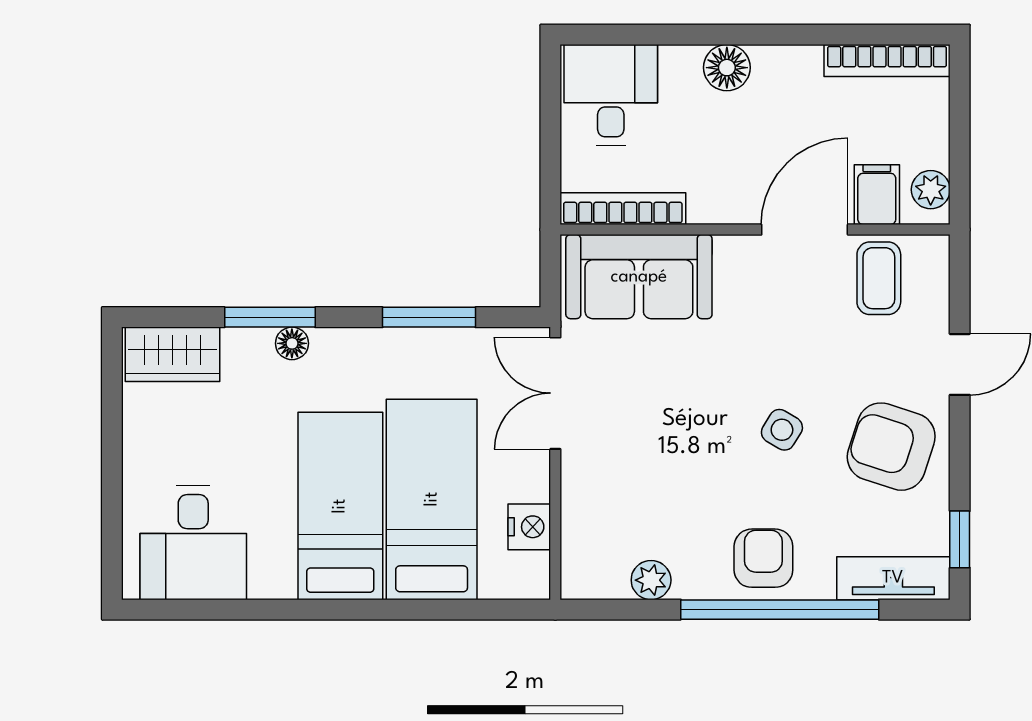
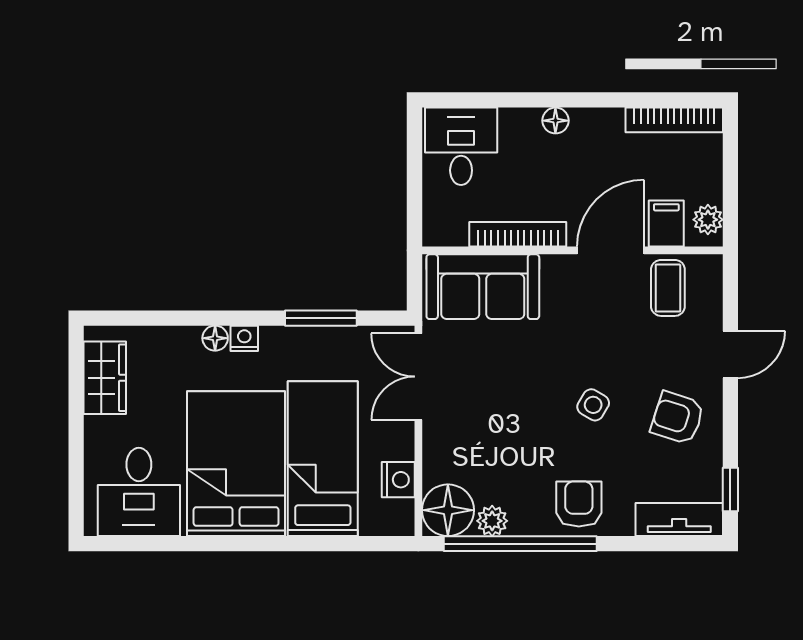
floor lamp: (727, 68) -> (555, 121), width x0.73, depth x0.73
bookcase: (623, 209) -> (518, 234), moved
window: (270, 317) -> (198, 318), removed
nightstand: (330, 344) -> (244, 338), added
wardrobe: (172, 354) -> (105, 378), moved, turned -90
armchair: (891, 447) -> (677, 418), width x0.72, depth x0.72
bed: (340, 506) -> (236, 464), width x1.50
floor lamp: (594, 566) -> (448, 510), added
window: (780, 610) -> (520, 544), moved

